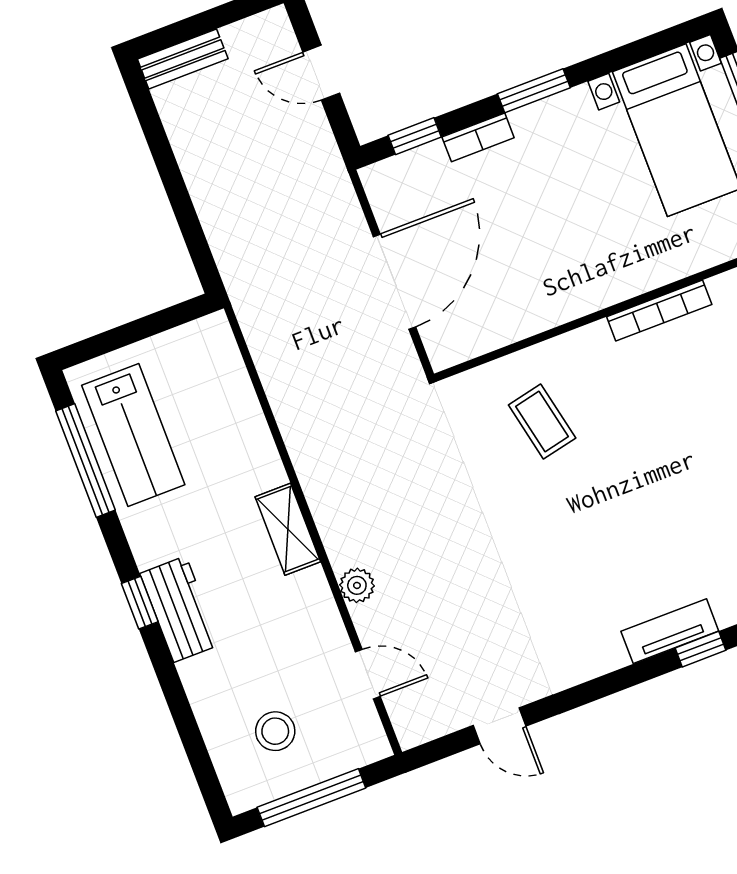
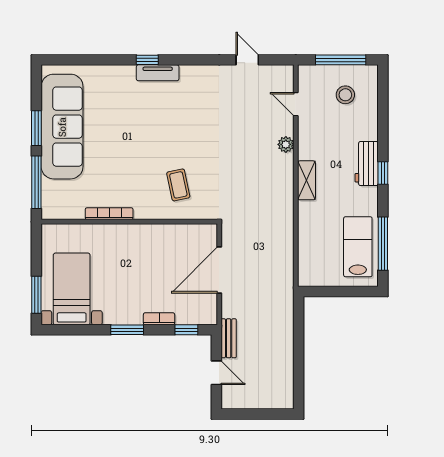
bench: (183, 59) -> (229, 338), moved, turned 90

